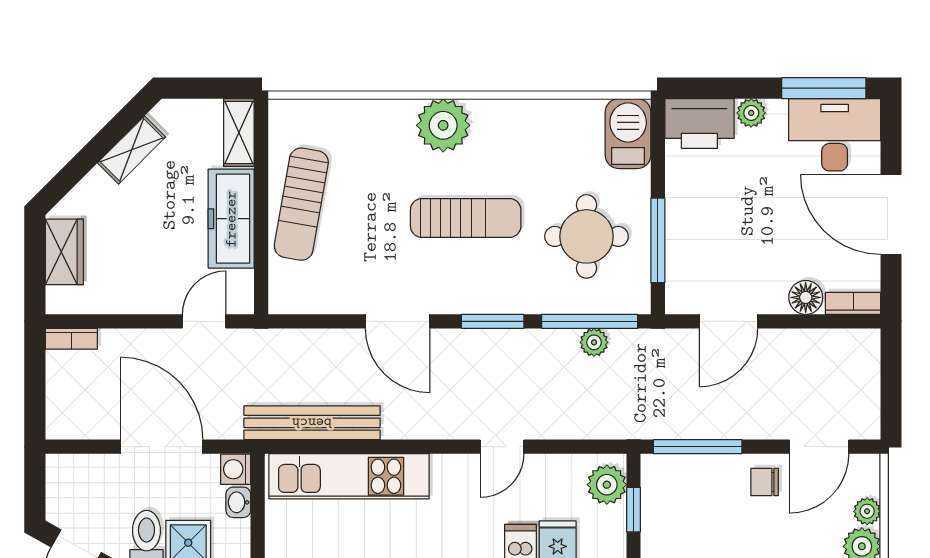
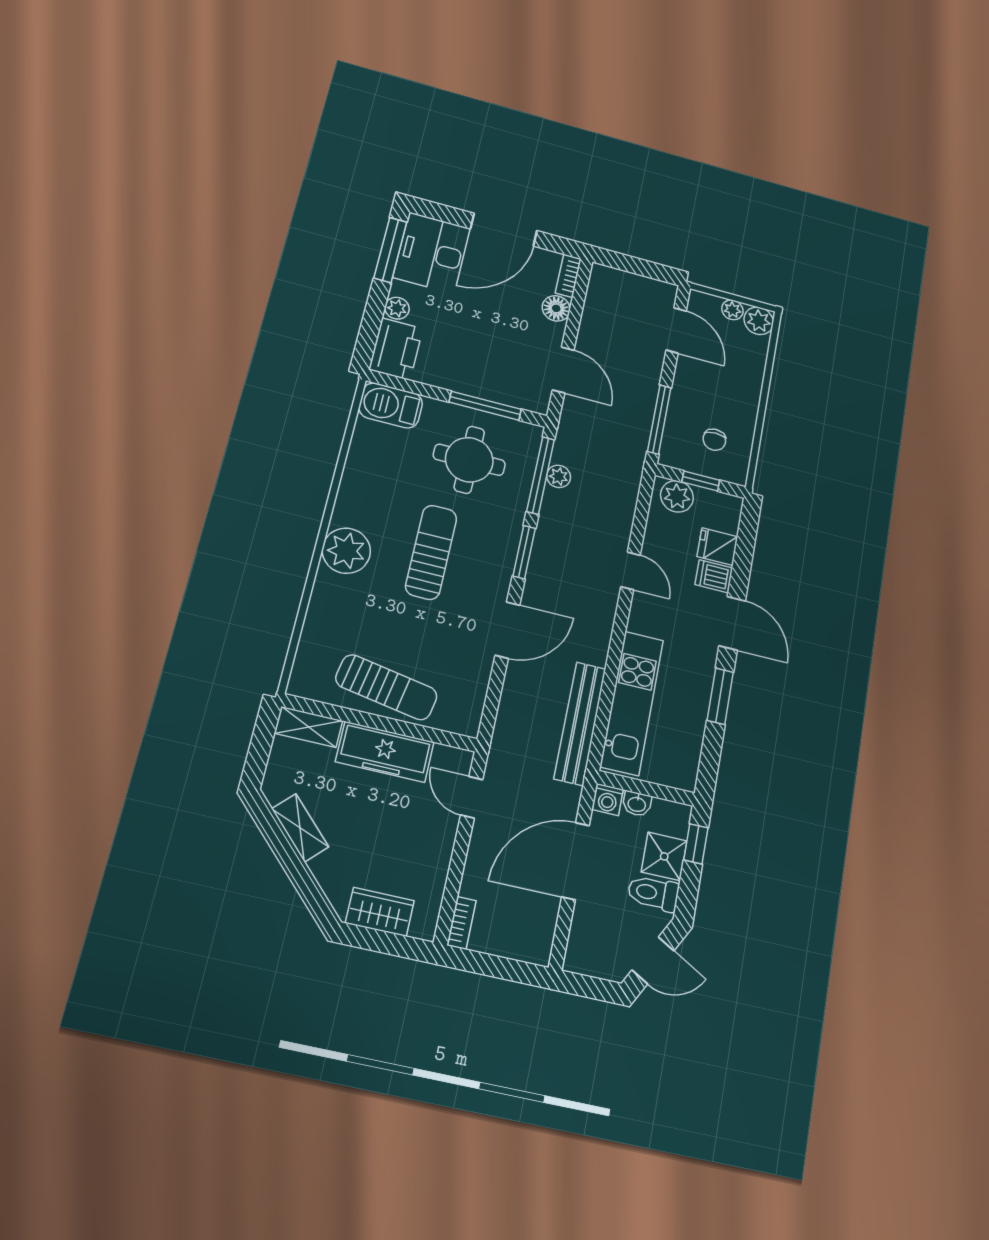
chair: (765, 482) -> (714, 440), moved

